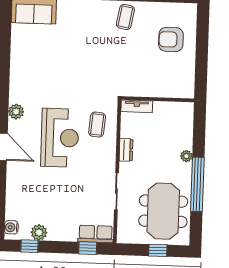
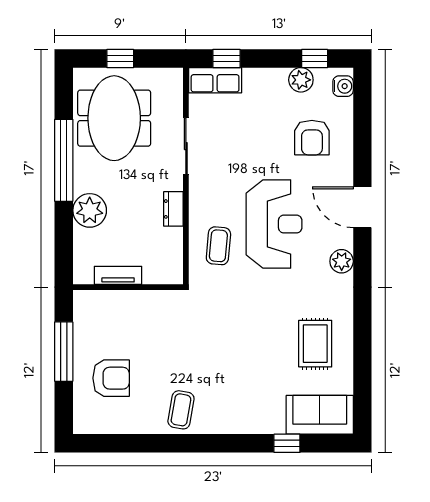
rug: (35, 58) -> (315, 344), added
window: (202, 58) -> (64, 352), added
tv unit: (137, 106) -> (118, 275), moved
reception desk: (60, 138) -> (274, 224), turned 180
plant: (186, 156) -> (90, 210), width x1.88, depth x1.88
armchair: (33, 194) -> (312, 138), added

